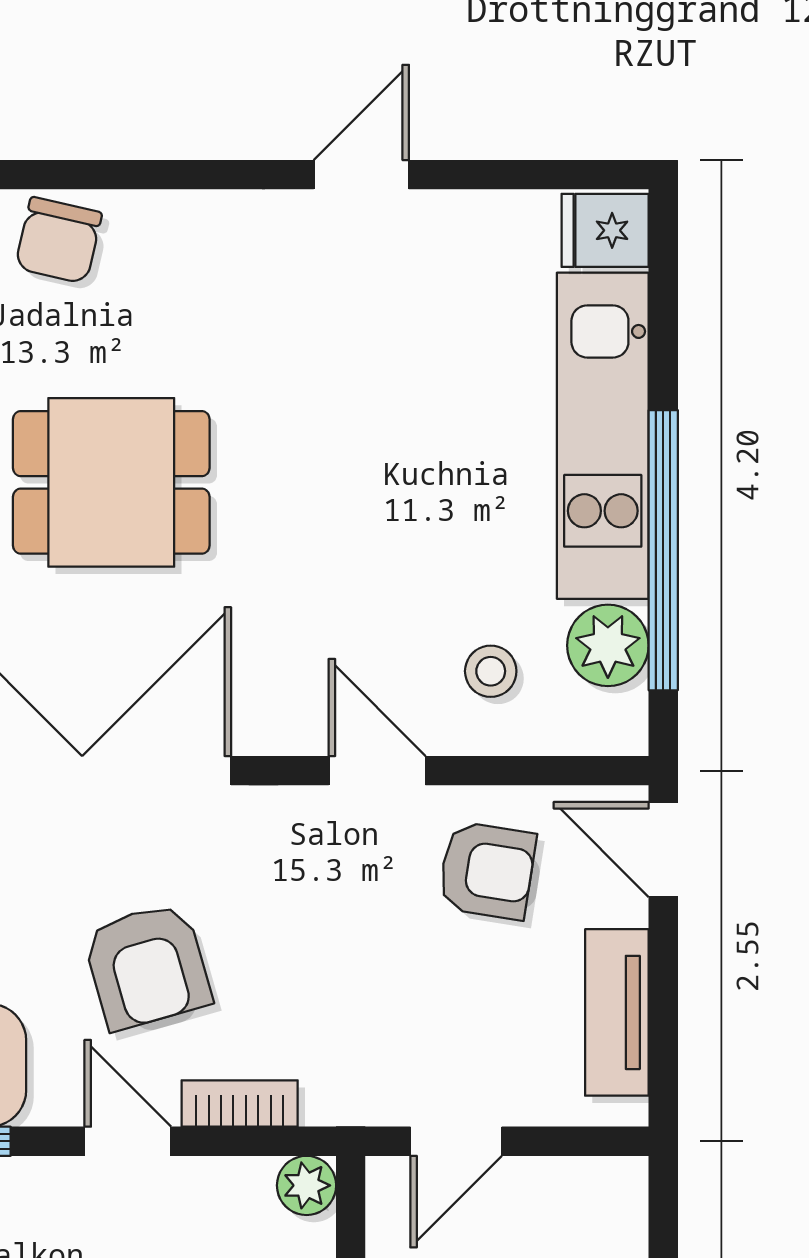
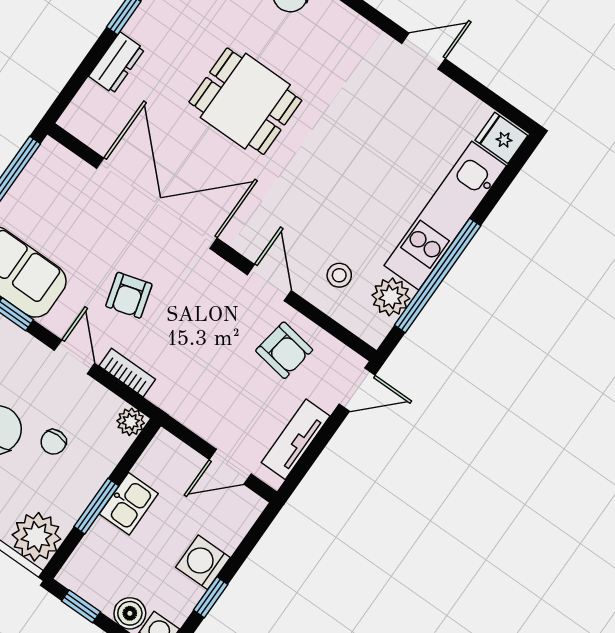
door: (663, 850) -> (357, 390), swing flipped
armchair: (147, 966) -> (129, 295), width x0.72, depth x0.72
door: (456, 1141) -> (230, 467), moved

